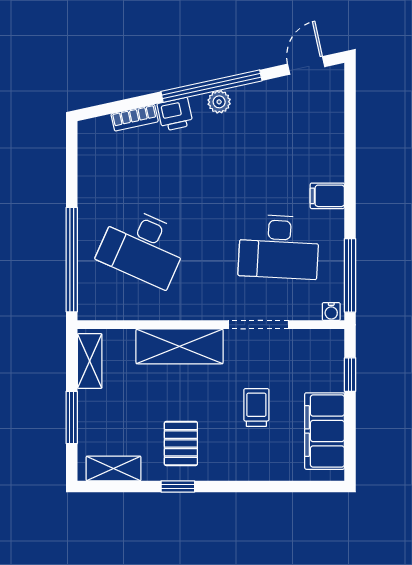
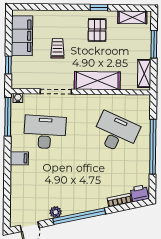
plant: (219, 102) -> (56, 212), moved
printer: (175, 114) -> (139, 193), moved
window: (72, 260) -> (153, 147), moved
trolley: (256, 407) -> (57, 48), turned 180

